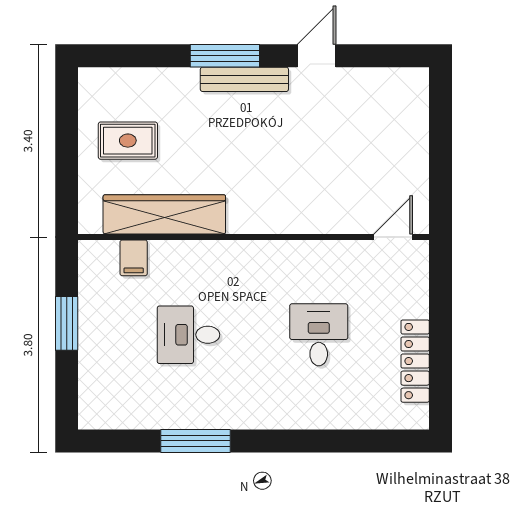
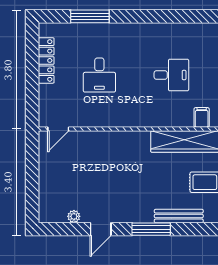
plant: (365, 78) -> (74, 216), added
bench: (244, 79) -> (179, 216), moved
window: (196, 441) -> (90, 16), moved

